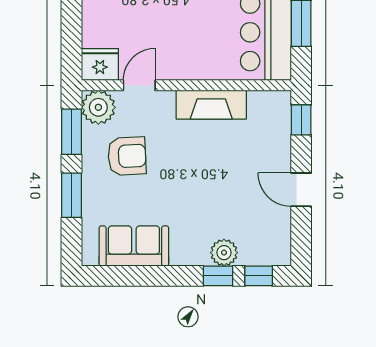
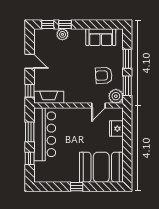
fridge: (100, 64) -> (116, 129), moved, turned 90
fireplace: (211, 105) -> (49, 97), moved

